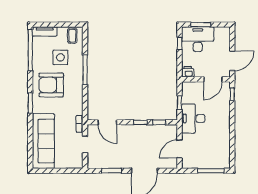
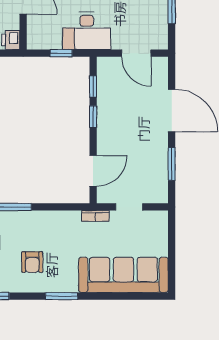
armchair: (51, 85) -> (32, 262), width x0.53, depth x0.53

